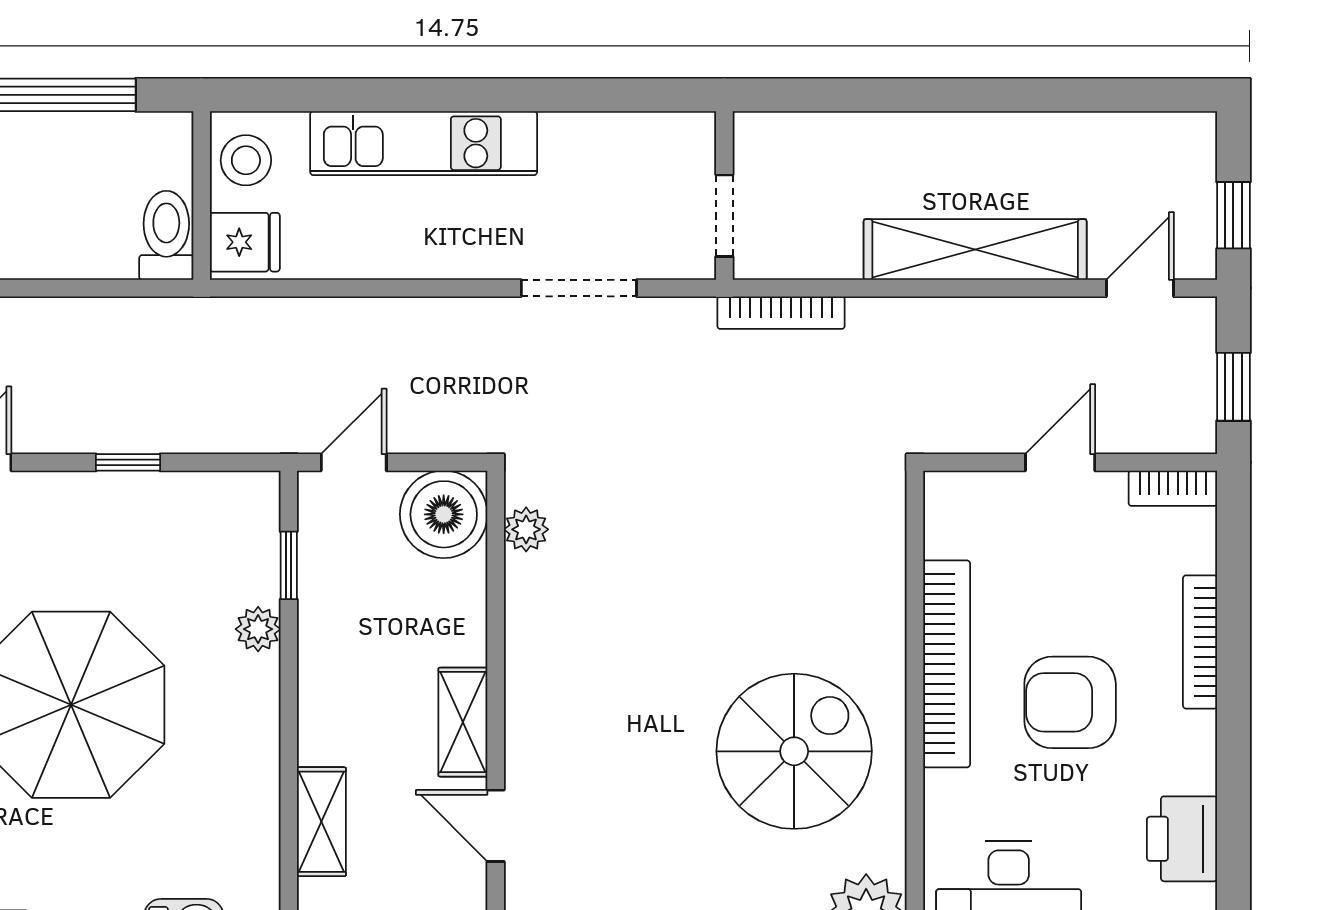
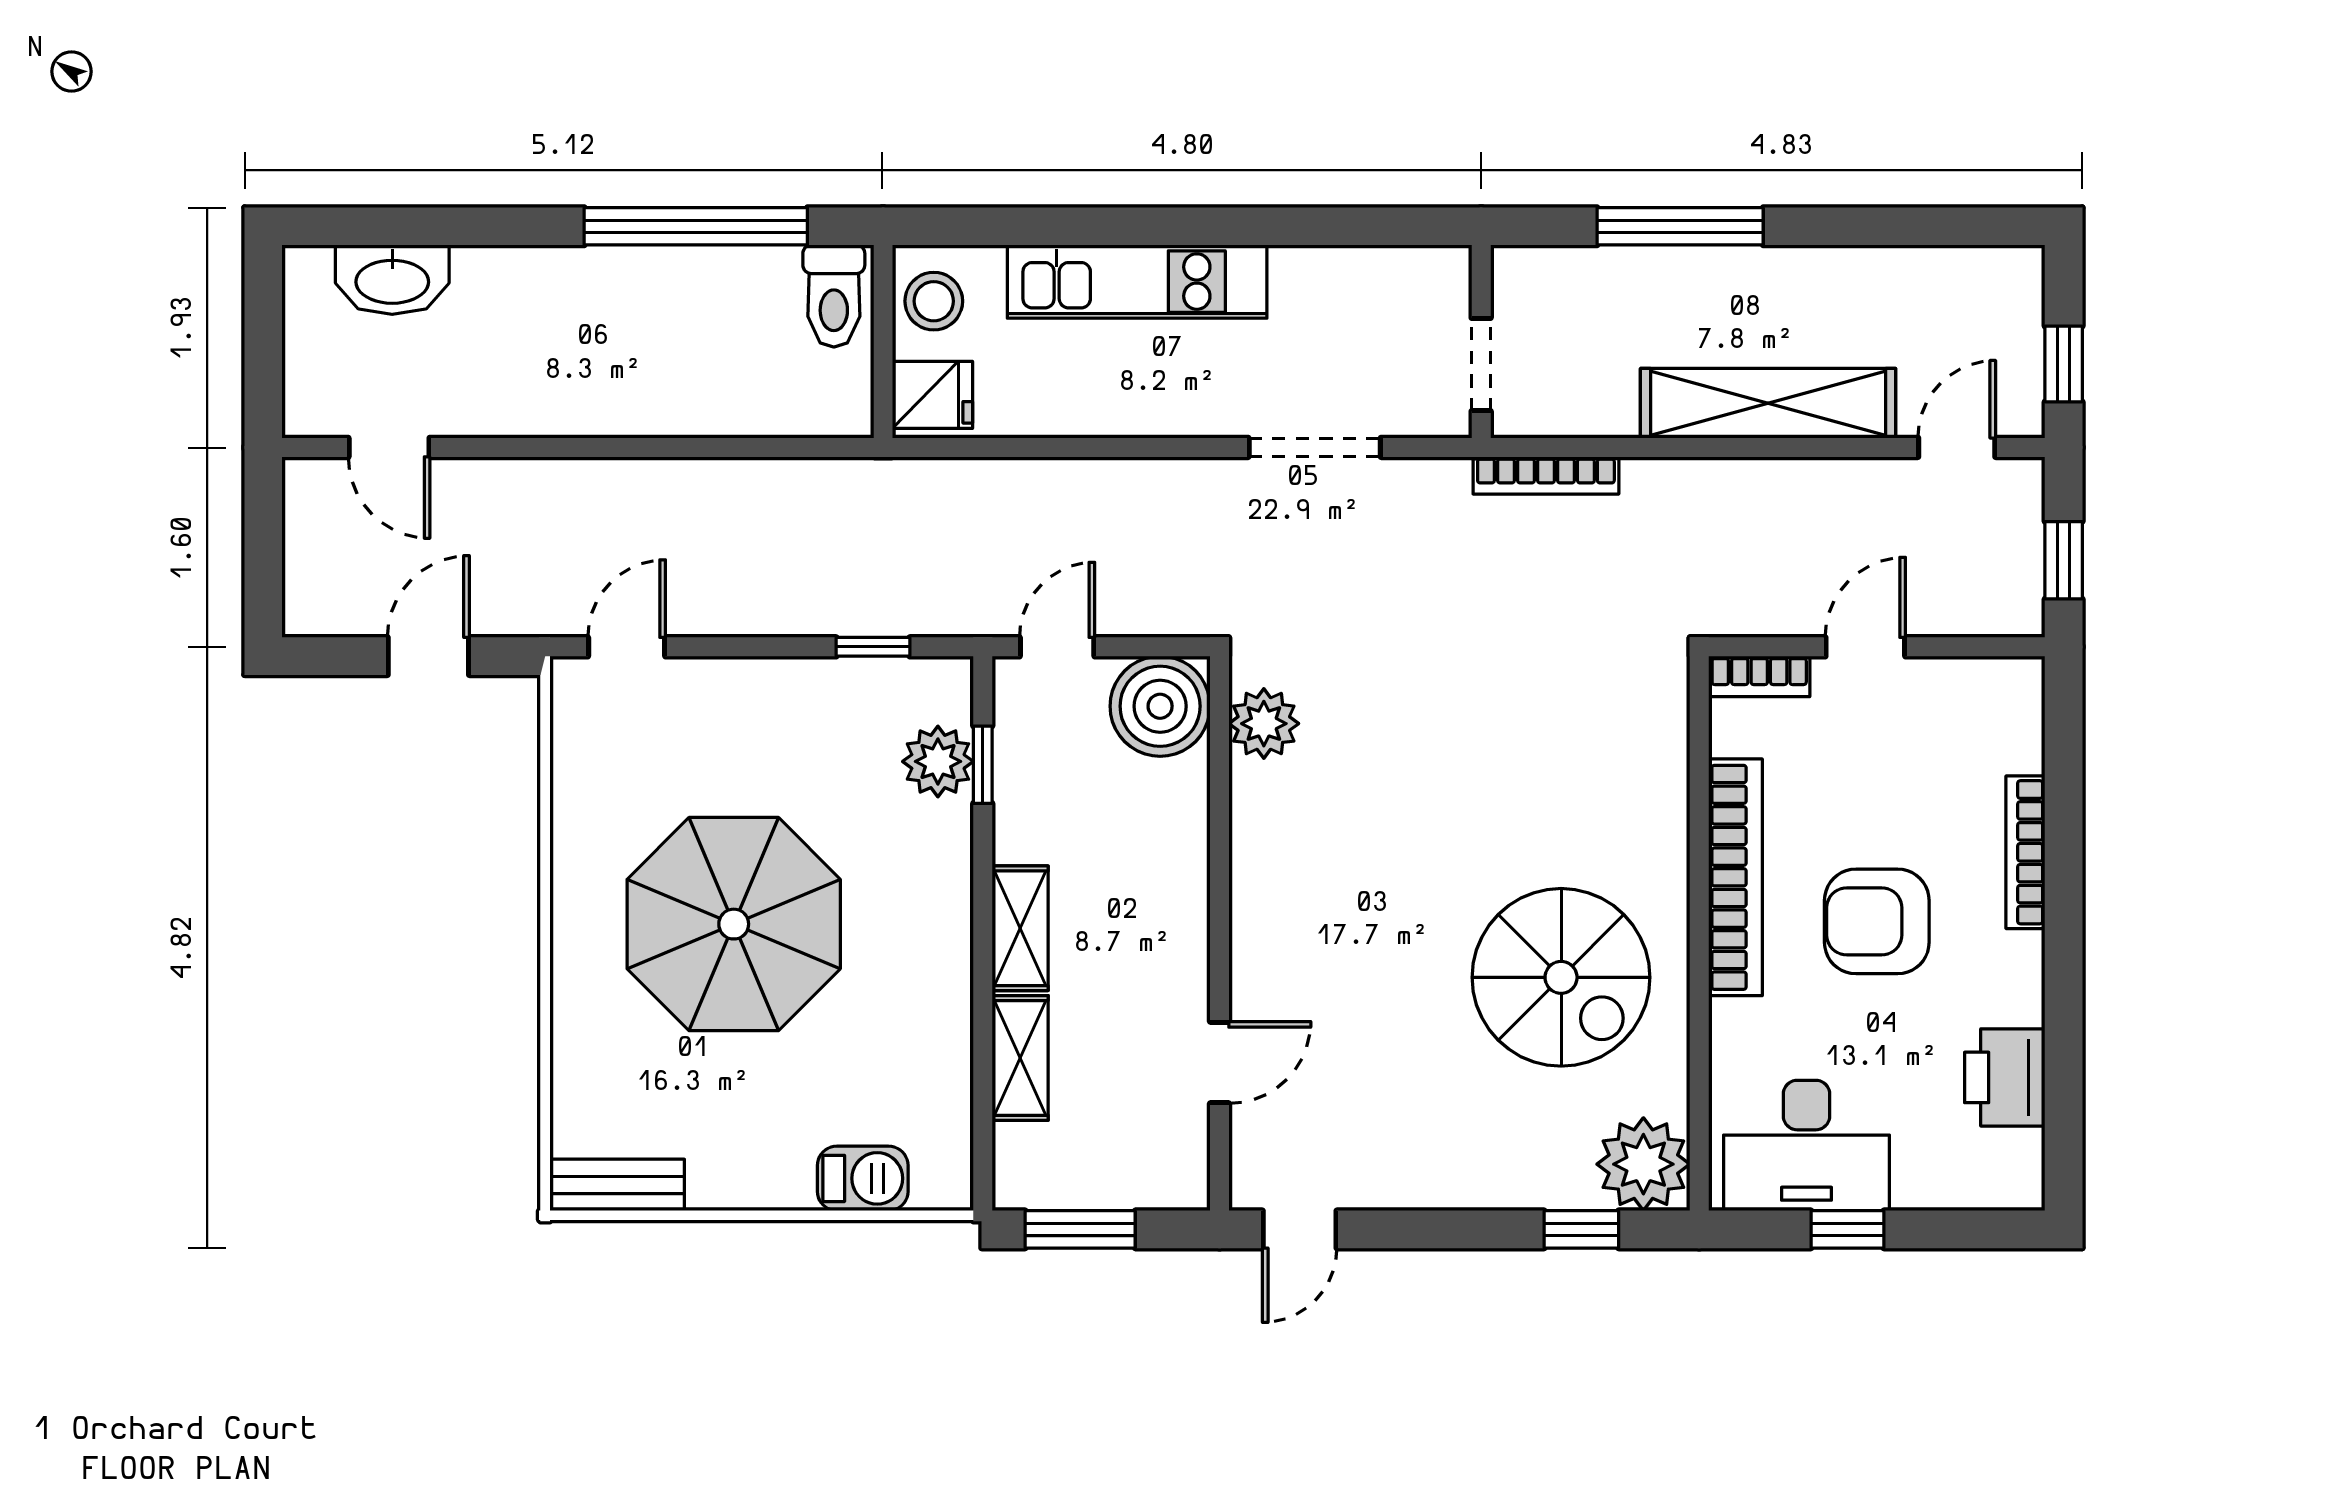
window: (898, 95) -> (1680, 226), added
toilet: (166, 235) -> (834, 296), moved, turned 180
window: (128, 462) -> (873, 647), moved
bookcase: (1173, 488) -> (1759, 676), moved
plant: (526, 529) -> (1264, 724), width x1.38, depth x1.38
plant: (258, 629) -> (938, 761), moved, width x1.38, depth x1.38
shelving: (463, 722) -> (1020, 928), moved
spiral stairs: (794, 751) -> (1561, 977), turned 90
door: (496, 826) -> (1220, 1063), swing flipped

